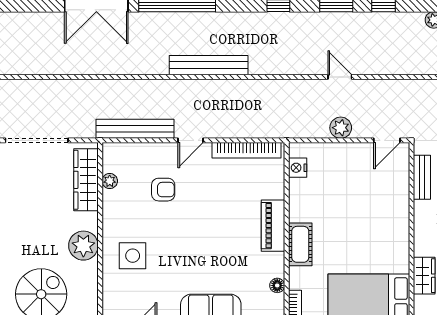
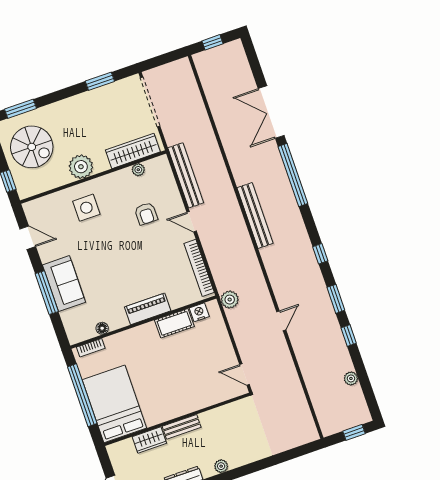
plant: (341, 128) -> (230, 300), moved
bench: (422, 177) -> (182, 427), moved
cot: (300, 244) -> (174, 323), moved

